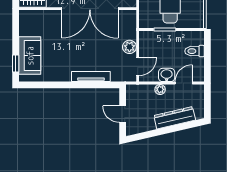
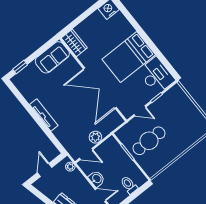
sofa: (30, 56) -> (52, 57), moved
tv unit: (91, 76) -> (44, 115), moved
plant: (160, 89) -> (70, 167), moved

